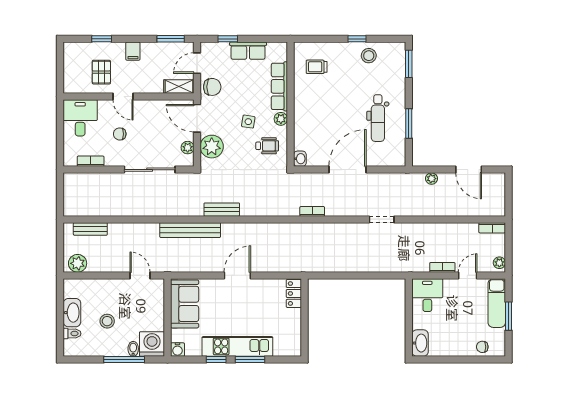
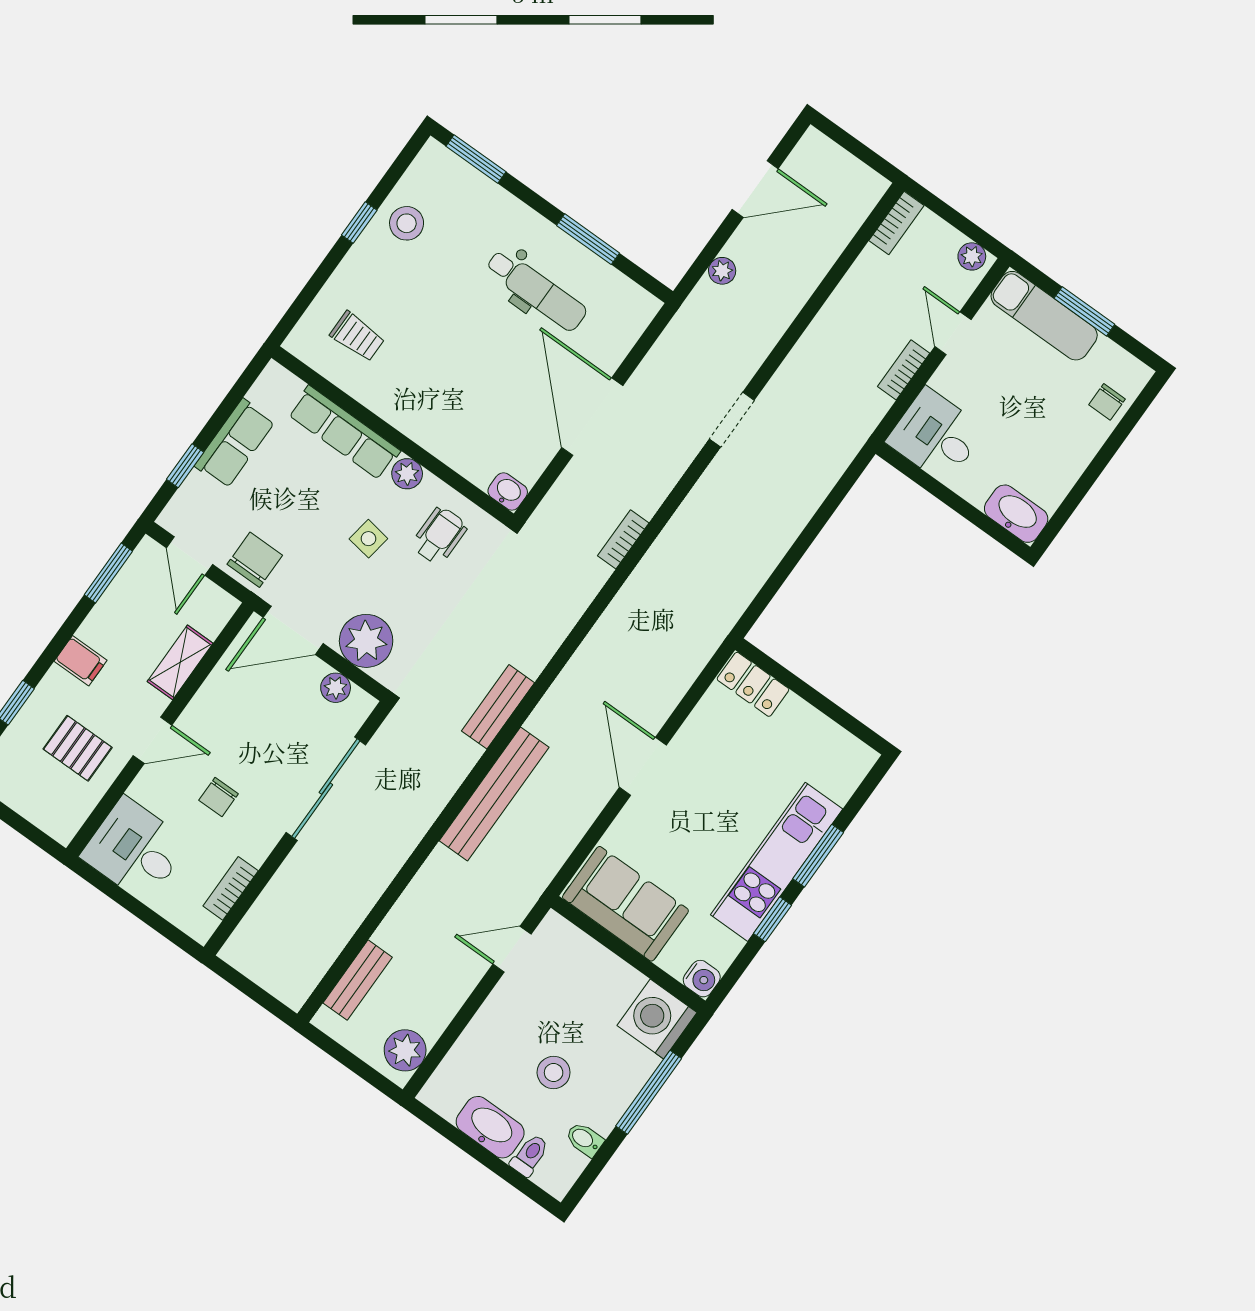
trolley: (317, 67) -> (357, 336), turned -90
shelving: (179, 87) -> (180, 662), moved
bidet: (133, 349) -> (585, 1139), moved

